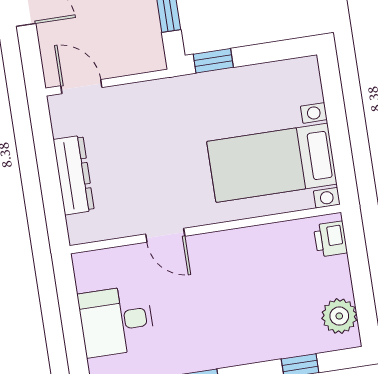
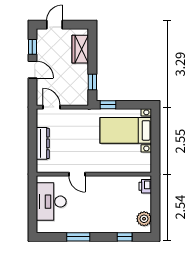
bed with nightstands: (272, 163) -> (126, 130), moved
desk: (116, 321) -> (51, 202), width x1.37

